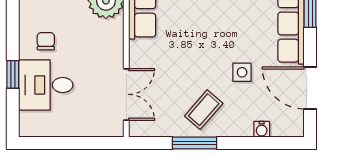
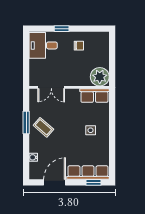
side table: (242, 72) -> (91, 130), moved
desk: (46, 85) -> (43, 45), moved, turned -90

